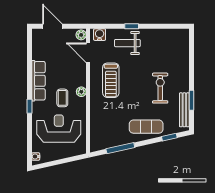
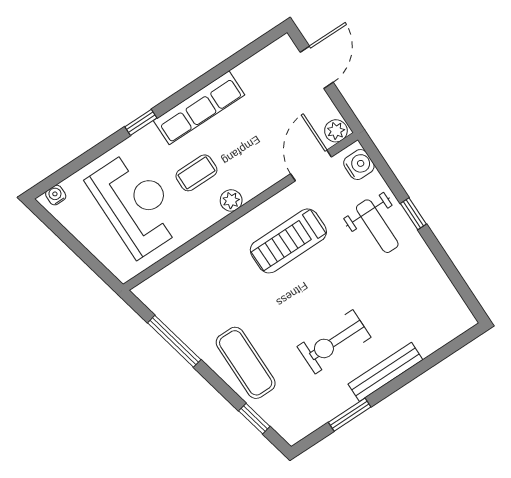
weight bench: (127, 43) -> (377, 226), turned 180
exercise bike: (160, 88) -> (334, 342), turned 180
bench: (184, 110) -> (385, 372), moved

